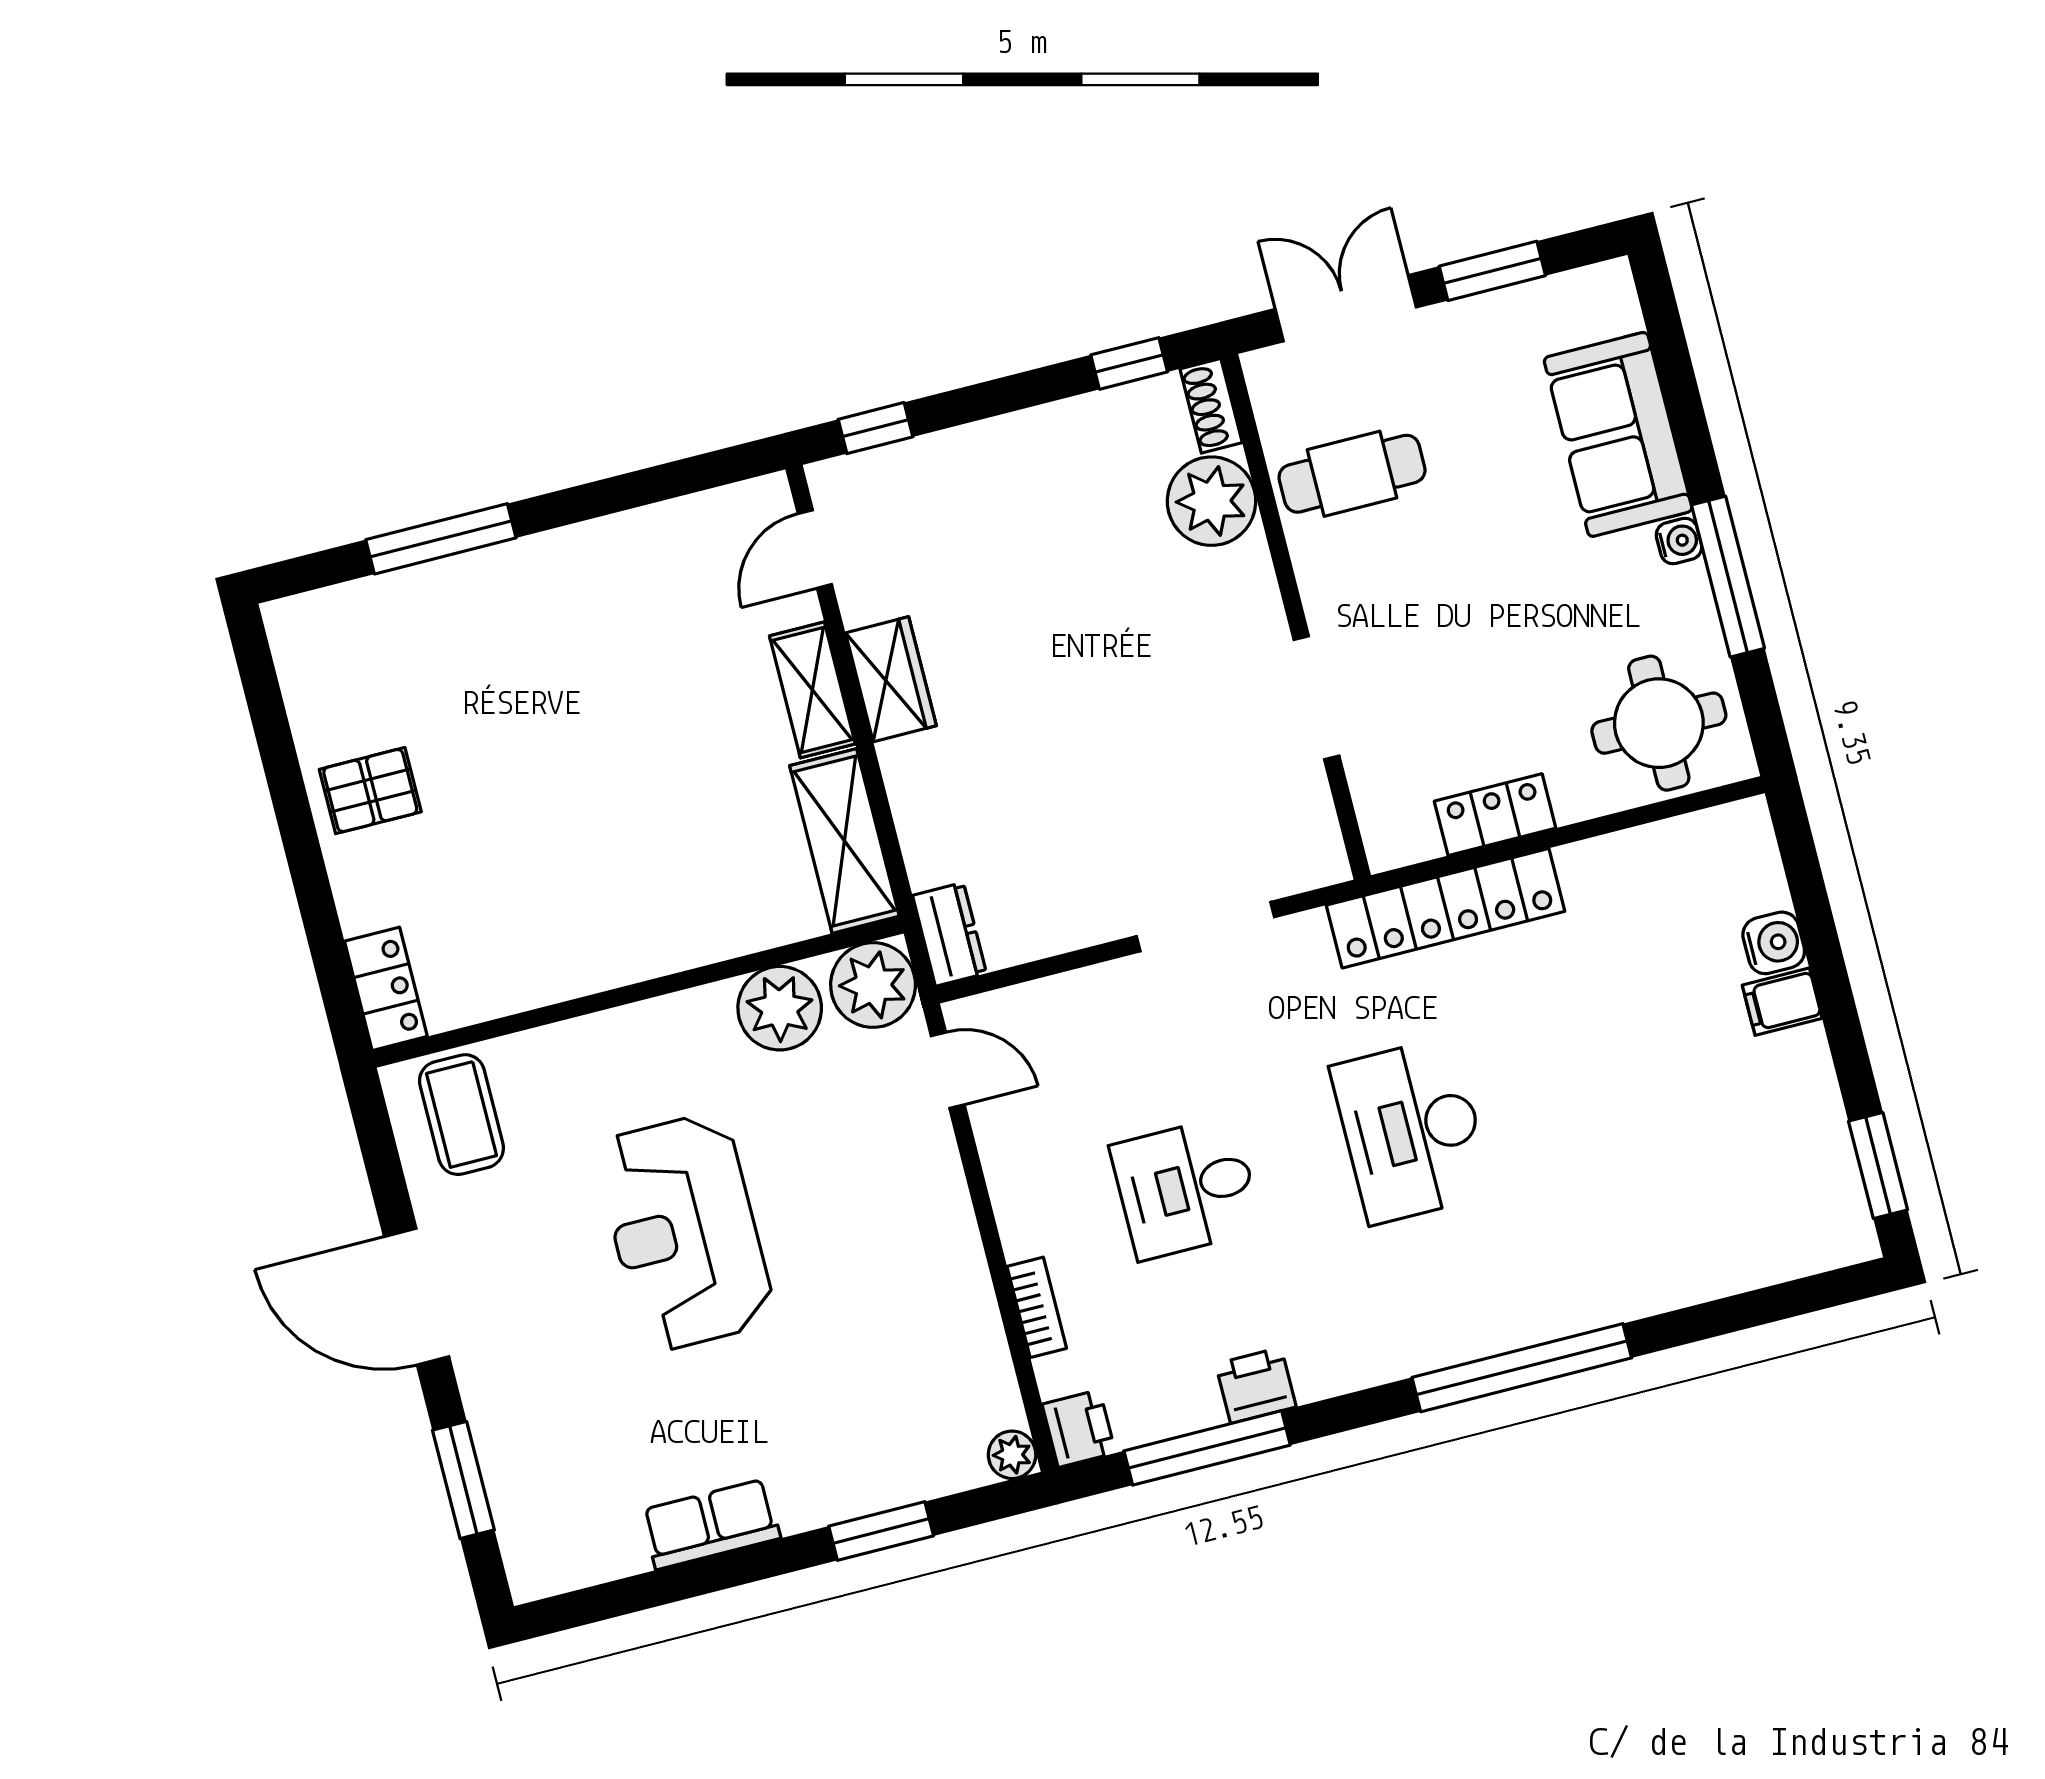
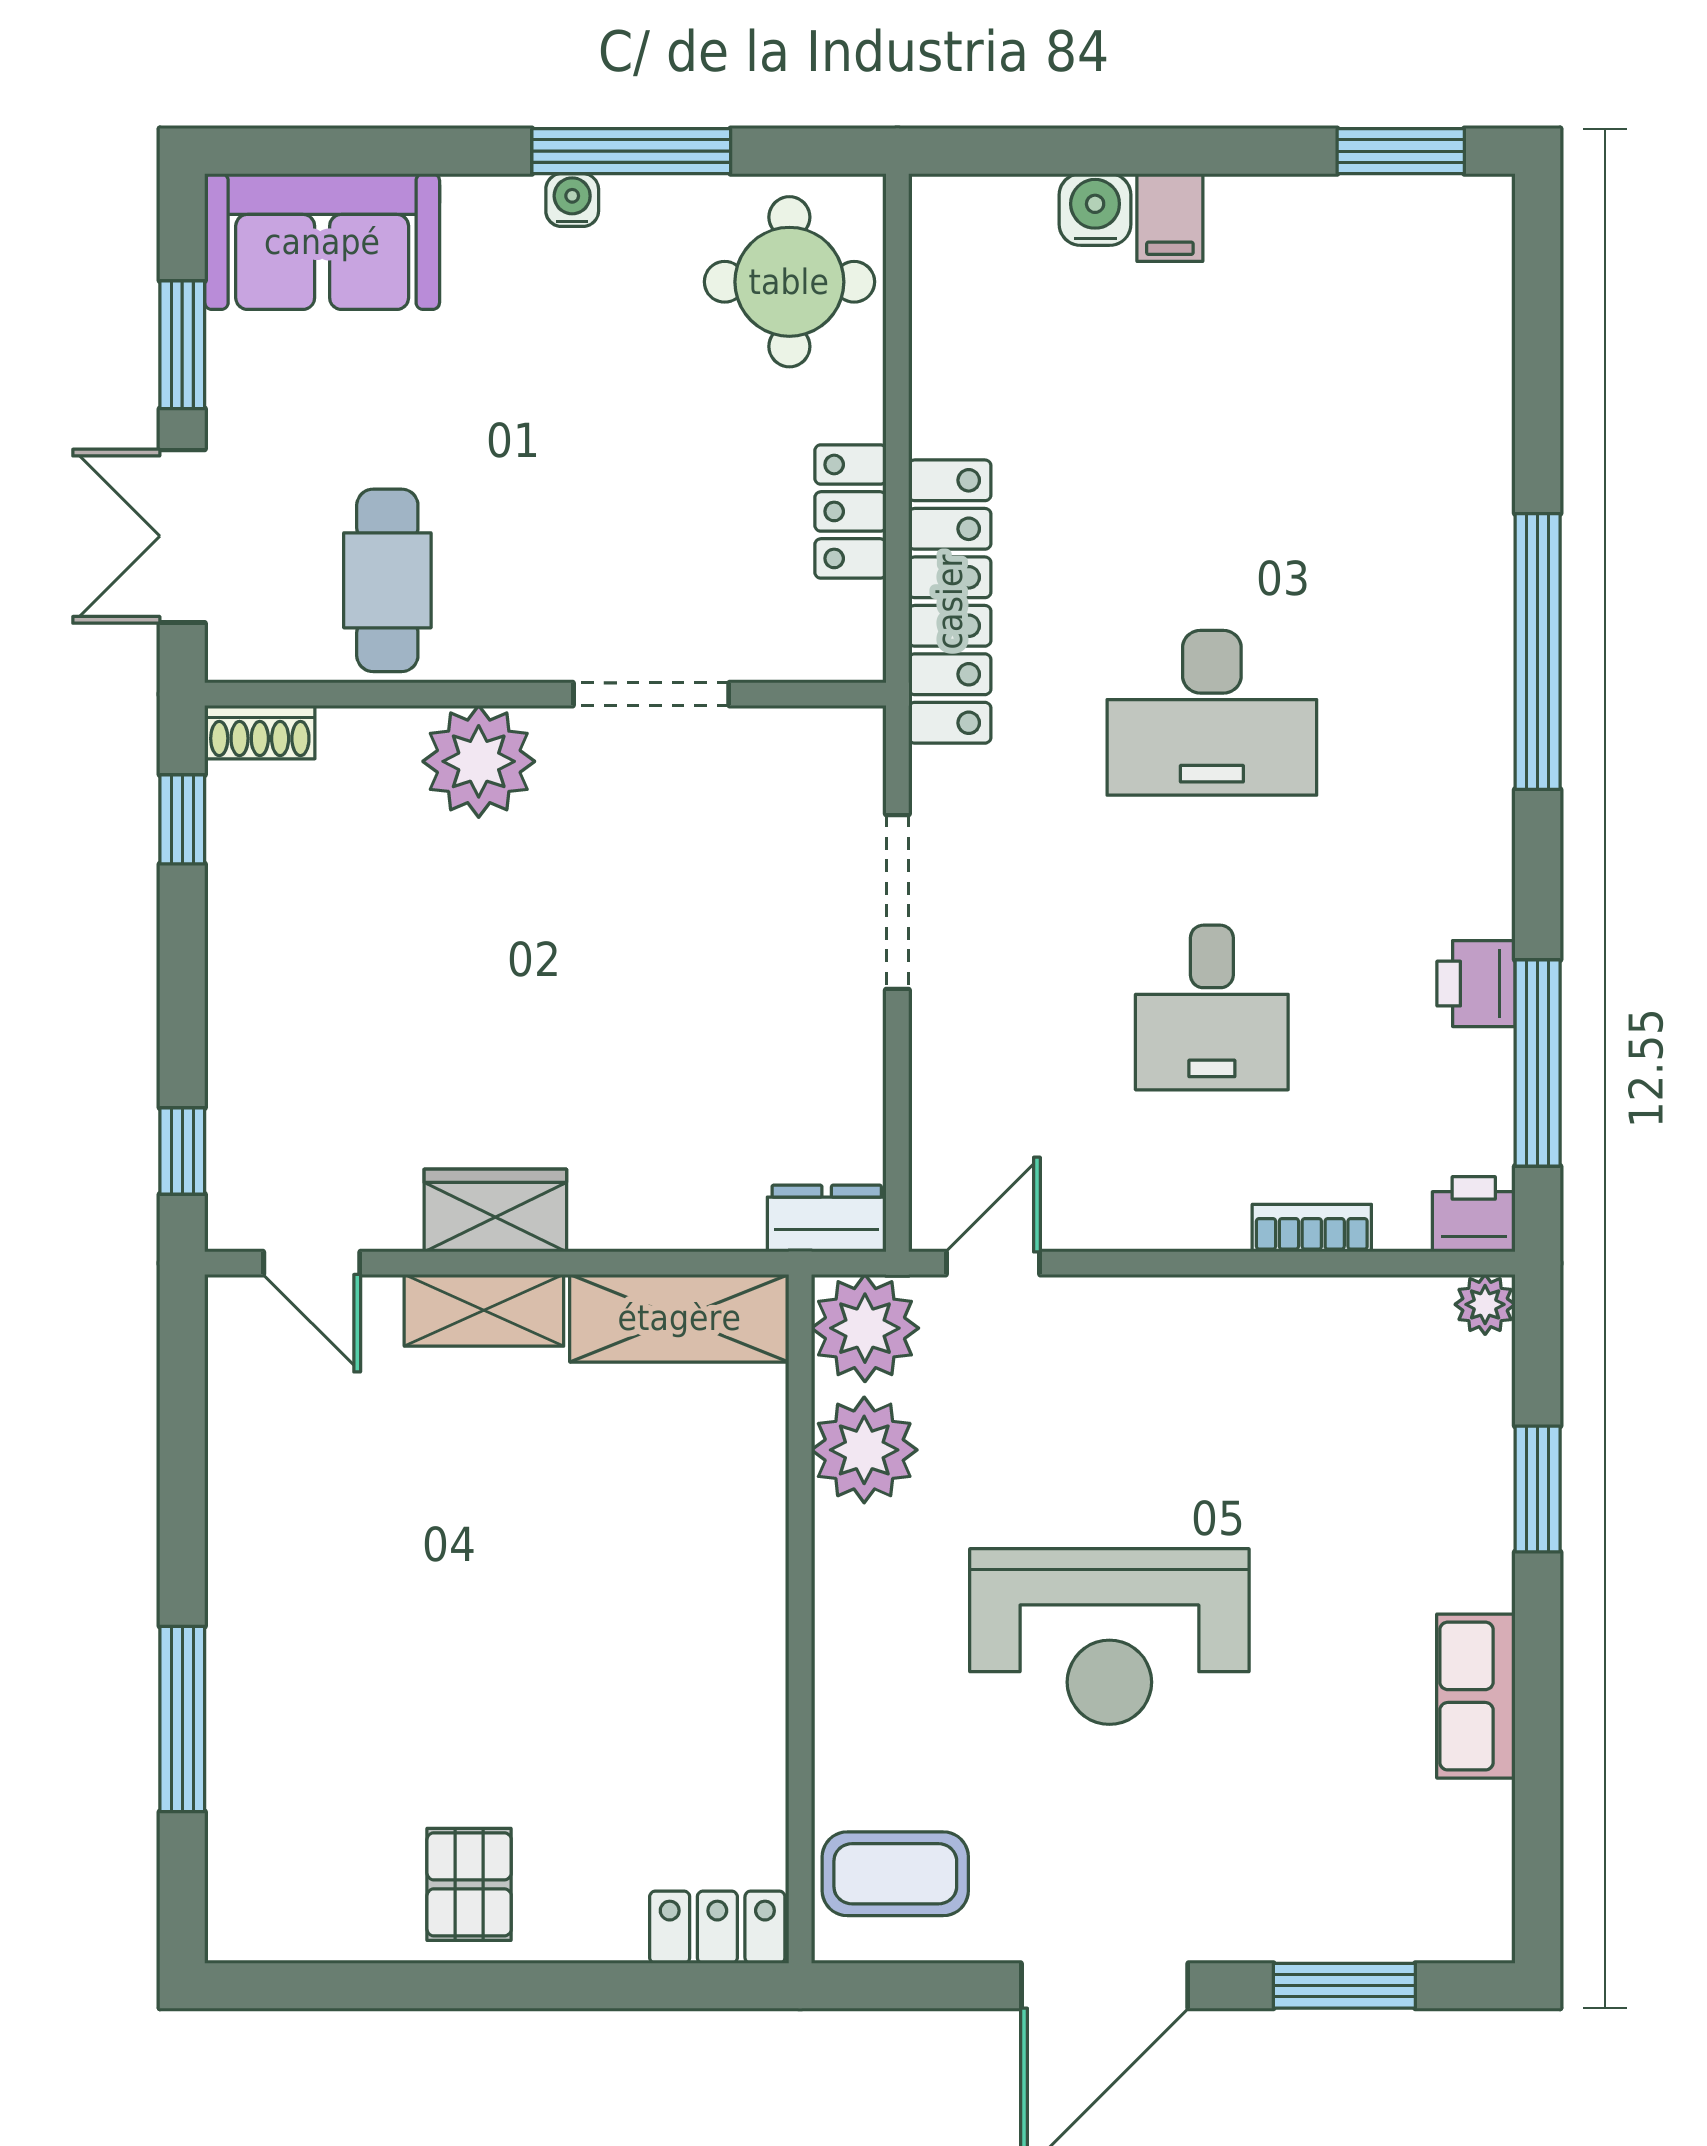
sofa: (1618, 434) -> (322, 242), moved
plant: (1212, 501) -> (479, 761), moved

